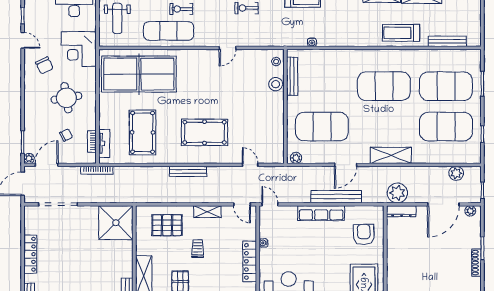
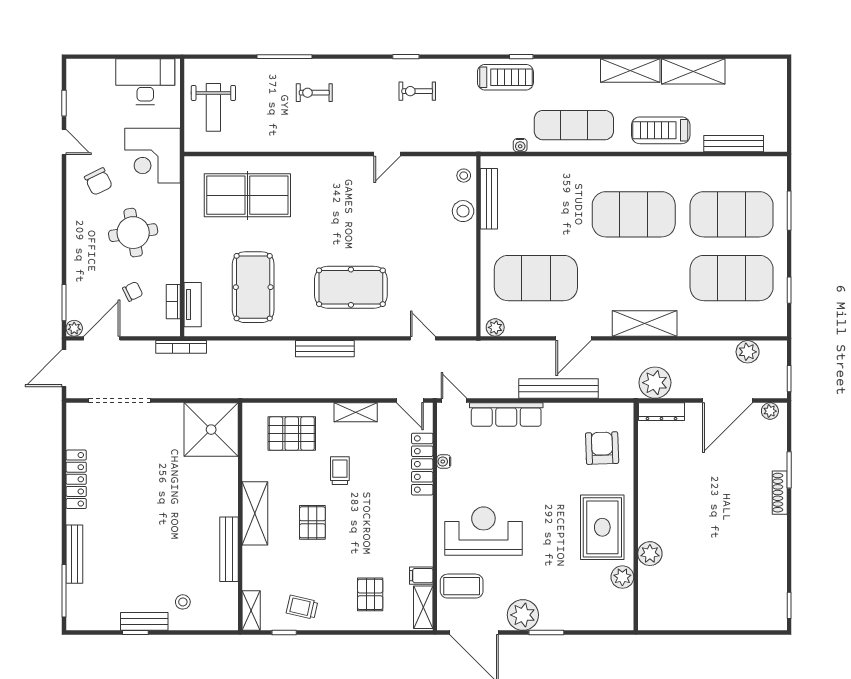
exercise mat: (169, 31) -> (574, 125), moved
table tennis table: (139, 74) -> (247, 195), width x0.73, depth x0.76
row of seats: (321, 213) -> (506, 414), moved
locker: (250, 261) -> (422, 464), moved

